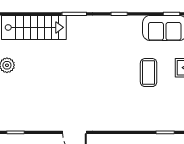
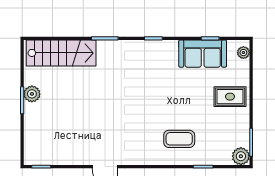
coffee table: (149, 73) -> (179, 139), moved, turned 90

